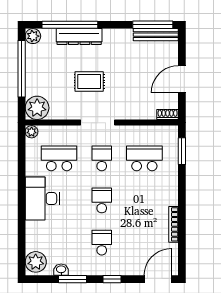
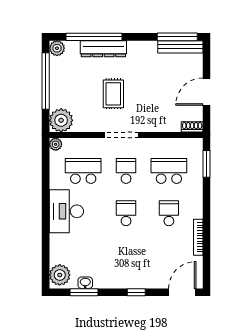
rug: (89, 82) -> (113, 94), turned 90
school desk: (102, 243) -> (169, 213), moved
window: (73, 279) -> (84, 292), moved

